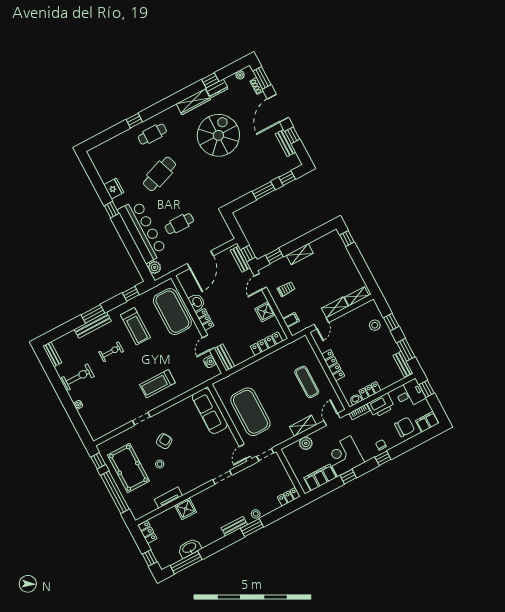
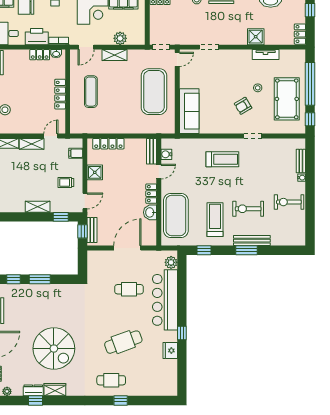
wardrobe: (193, 102) -> (55, 390), width x0.67
spiral stairs: (218, 135) -> (54, 349), turned -90
exercise bike: (111, 352) -> (248, 209), width x1.38, depth x1.39
bench: (52, 354) -> (301, 161), moved

